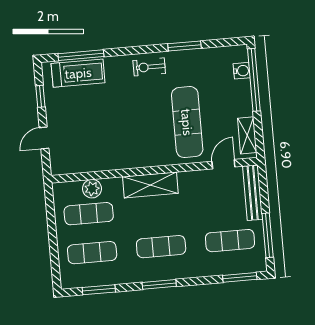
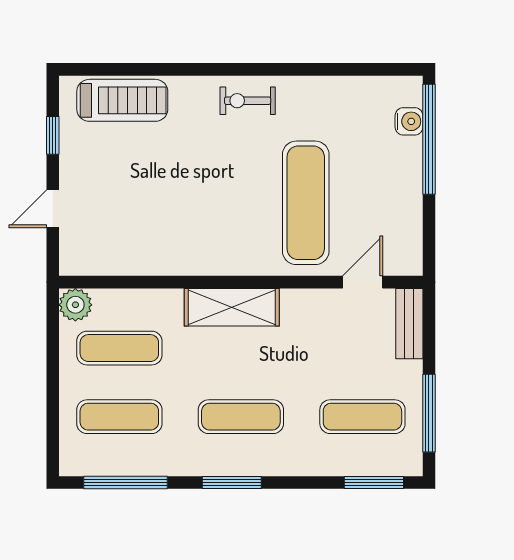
window: (185, 46) -> (313, 69), removed
window: (81, 55) -> (130, 69), removed
shelving: (247, 135) -> (409, 235), removed
plant: (92, 189) -> (75, 305), moved
bench: (253, 193) -> (409, 324), width x0.73
window: (99, 290) -> (126, 483), width x1.44

